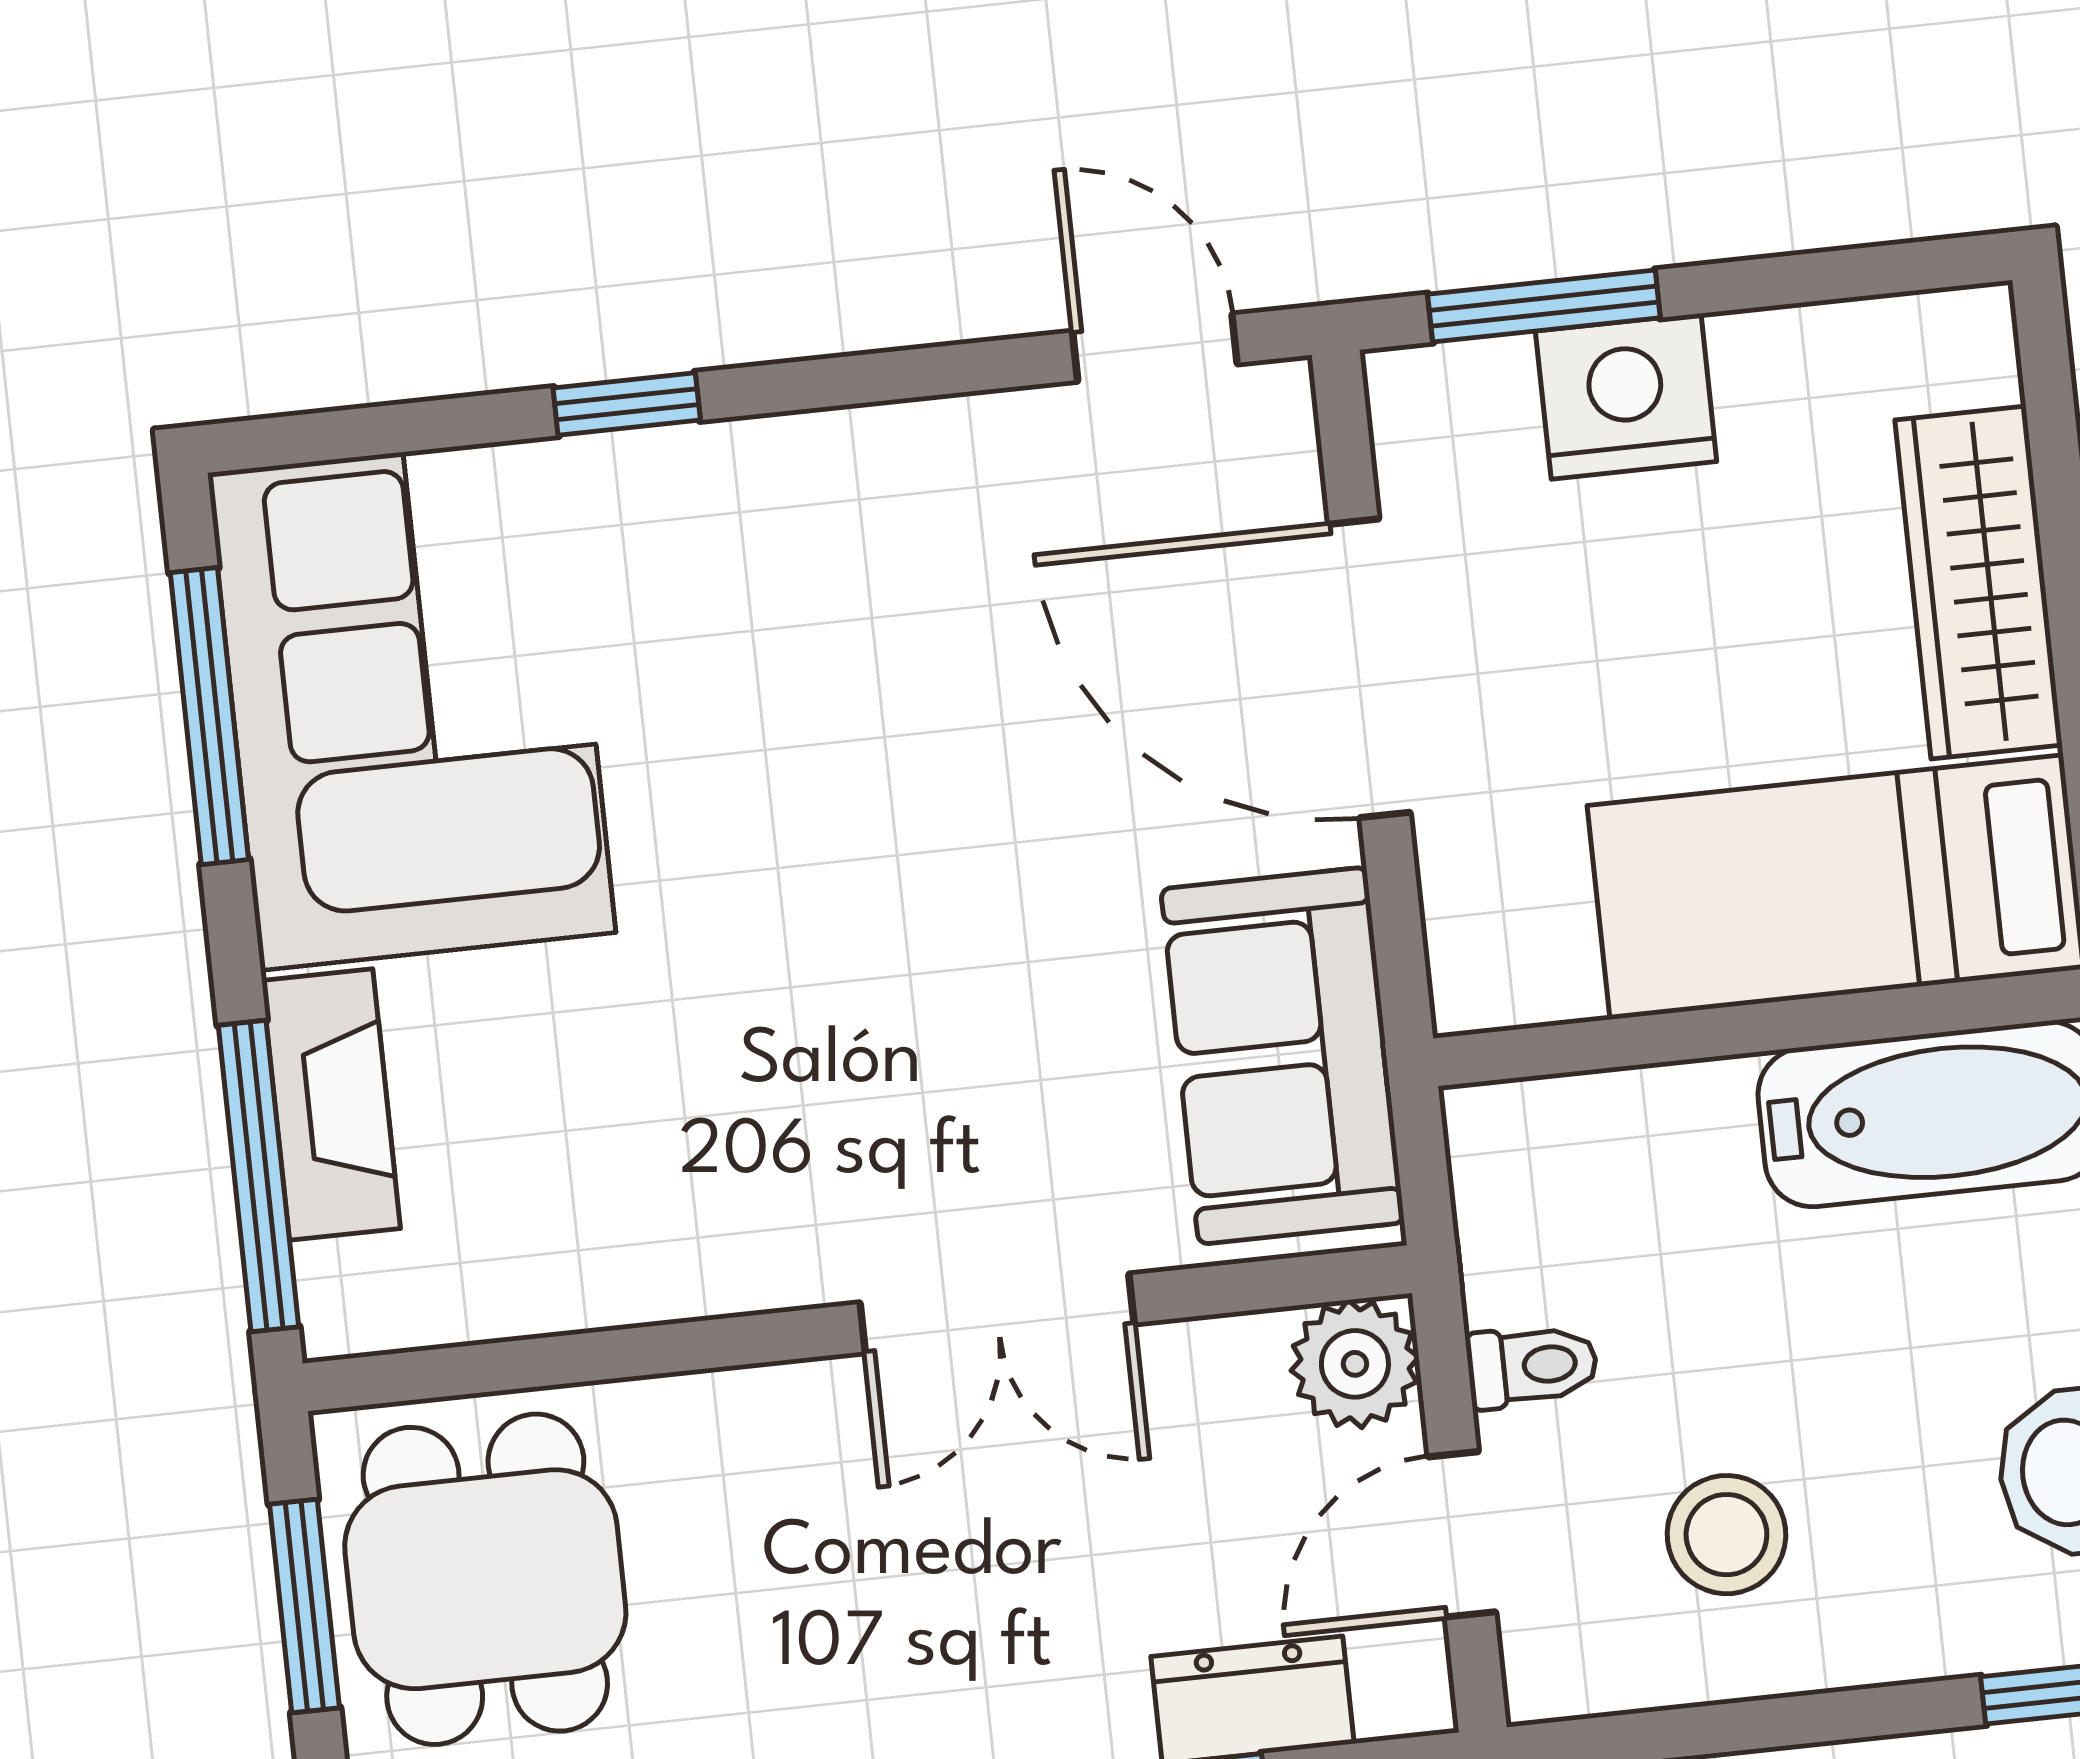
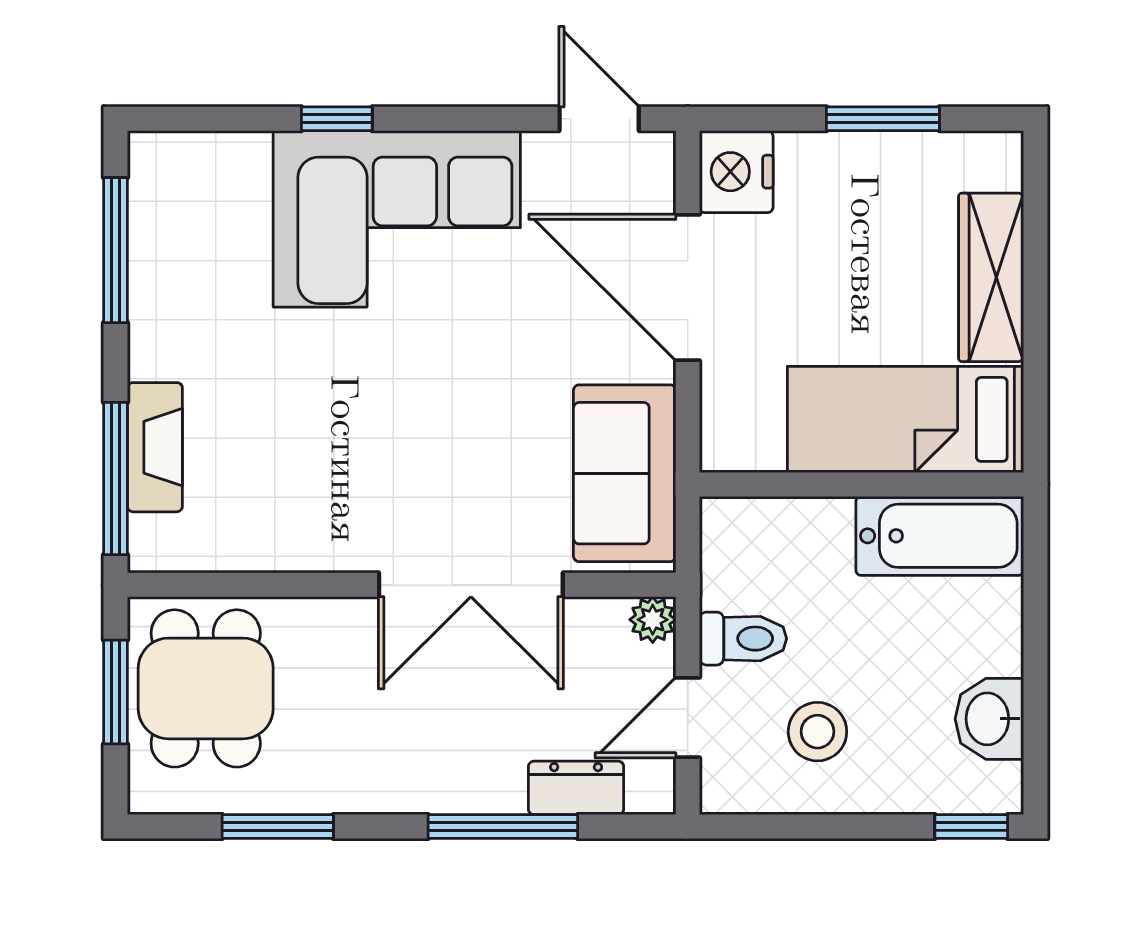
window: (1544, 306) -> (883, 119), moved
nightstand: (1626, 396) -> (736, 172), moved, turned -90
corner sofa: (412, 703) -> (397, 219), moved, turned 90
double door: (997, 1313) -> (471, 585), width x1.37
plant: (1355, 1364) -> (653, 620), width x0.73, depth x0.73
toilet: (1532, 1366) -> (743, 639), width x1.37, depth x1.39

